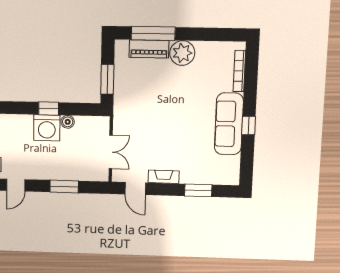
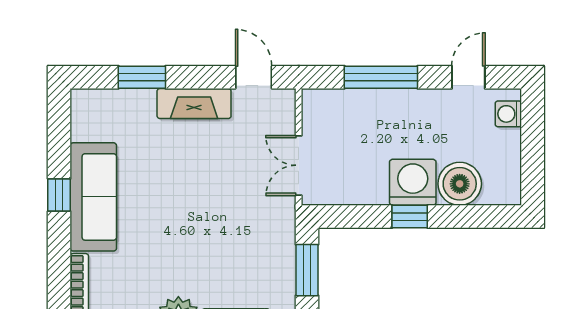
boiler: (68, 122) -> (460, 184), moved, width x1.86, depth x1.86
double door: (111, 152) -> (299, 165), moved
fireplace: (164, 177) -> (194, 104), width x1.37, depth x1.32
window: (64, 186) -> (381, 77), width x1.44

